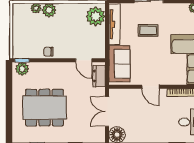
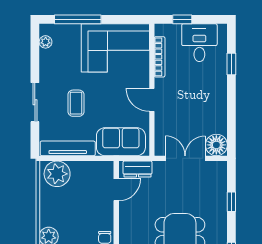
door: (150, 87) -> (152, 100), swing flipped
double door: (107, 111) -> (185, 158), swing flipped

